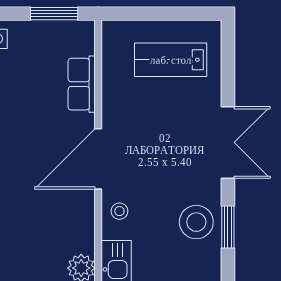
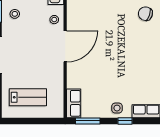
row of seats: (82, 84) -> (74, 103), moved
stool: (196, 222) -> (15, 14), width x0.53, depth x0.53

